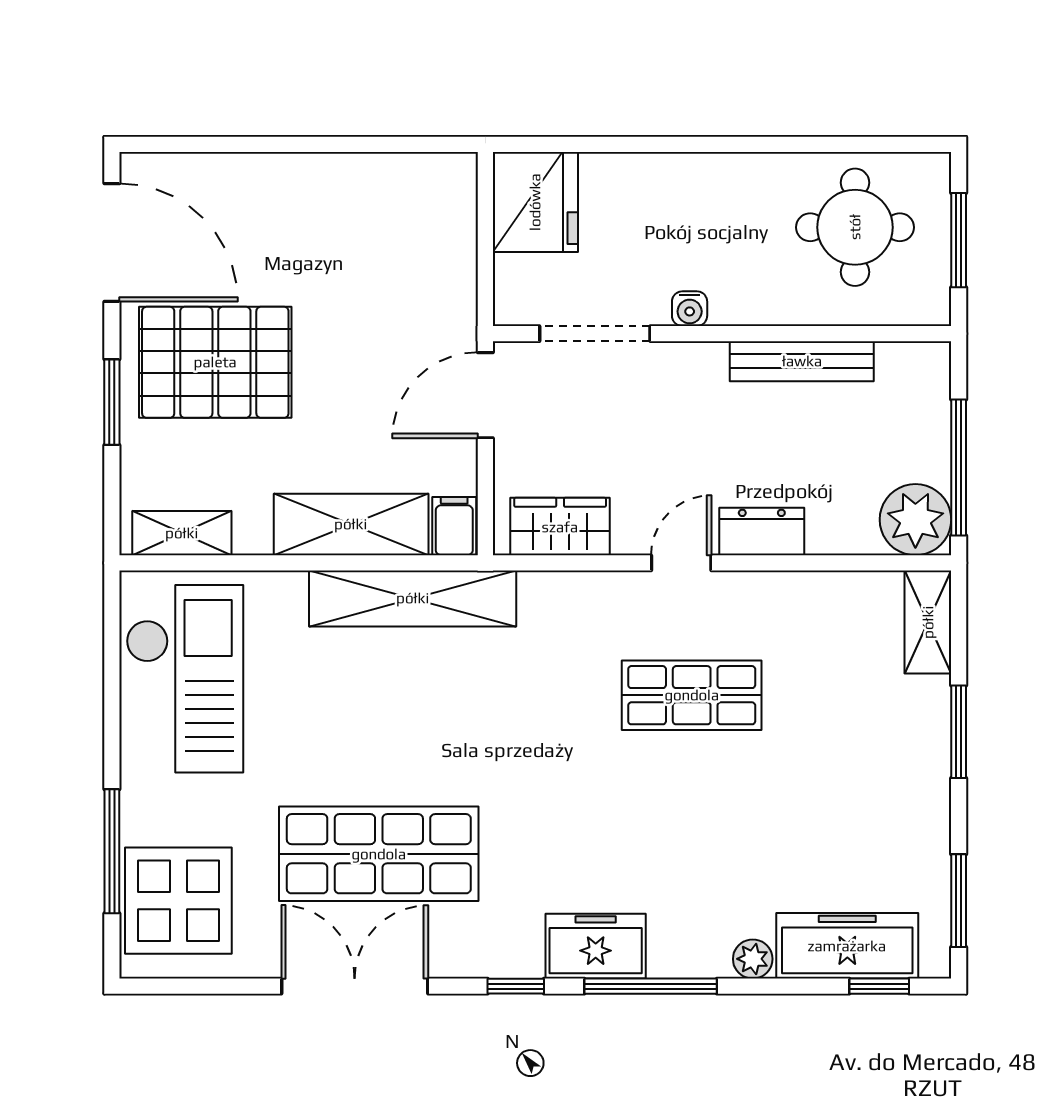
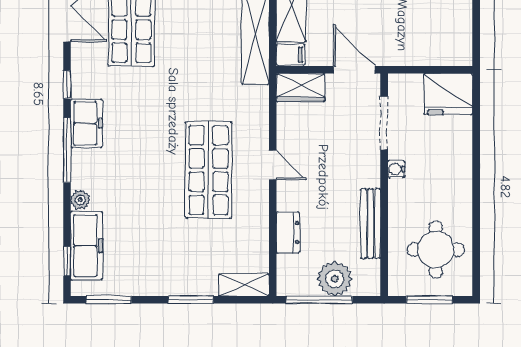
plant: (915, 520) -> (335, 279), moved
wardrobe: (560, 527) -> (301, 87), moved, turned 90
dresser: (762, 531) -> (288, 233), moved
shop shelf: (692, 695) -> (208, 170), width x1.43, depth x1.36

